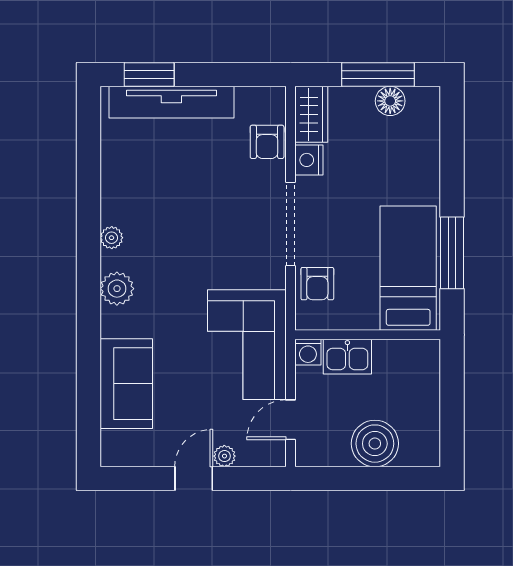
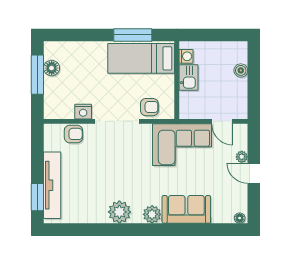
wardrobe: (311, 114) -> (59, 110), removed
plant: (112, 238) -> (119, 212), width x1.88, depth x1.88
washing machine: (308, 352) -> (186, 56), moved
kitchen sink: (347, 357) -> (188, 77), moved
sofa: (126, 384) -> (186, 209), moved
boiler: (375, 444) -> (241, 70), width x0.54, depth x0.54
floor lamp: (110, 452) -> (240, 218), added

